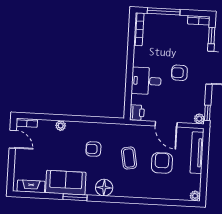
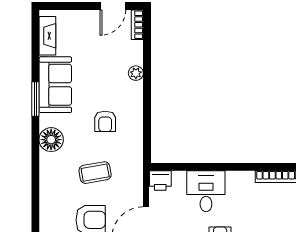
armchair: (93, 149) -> (105, 121), turned 180

